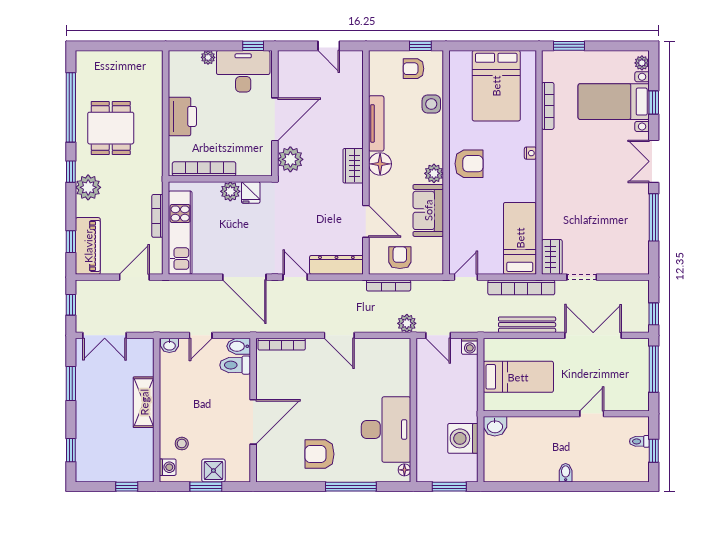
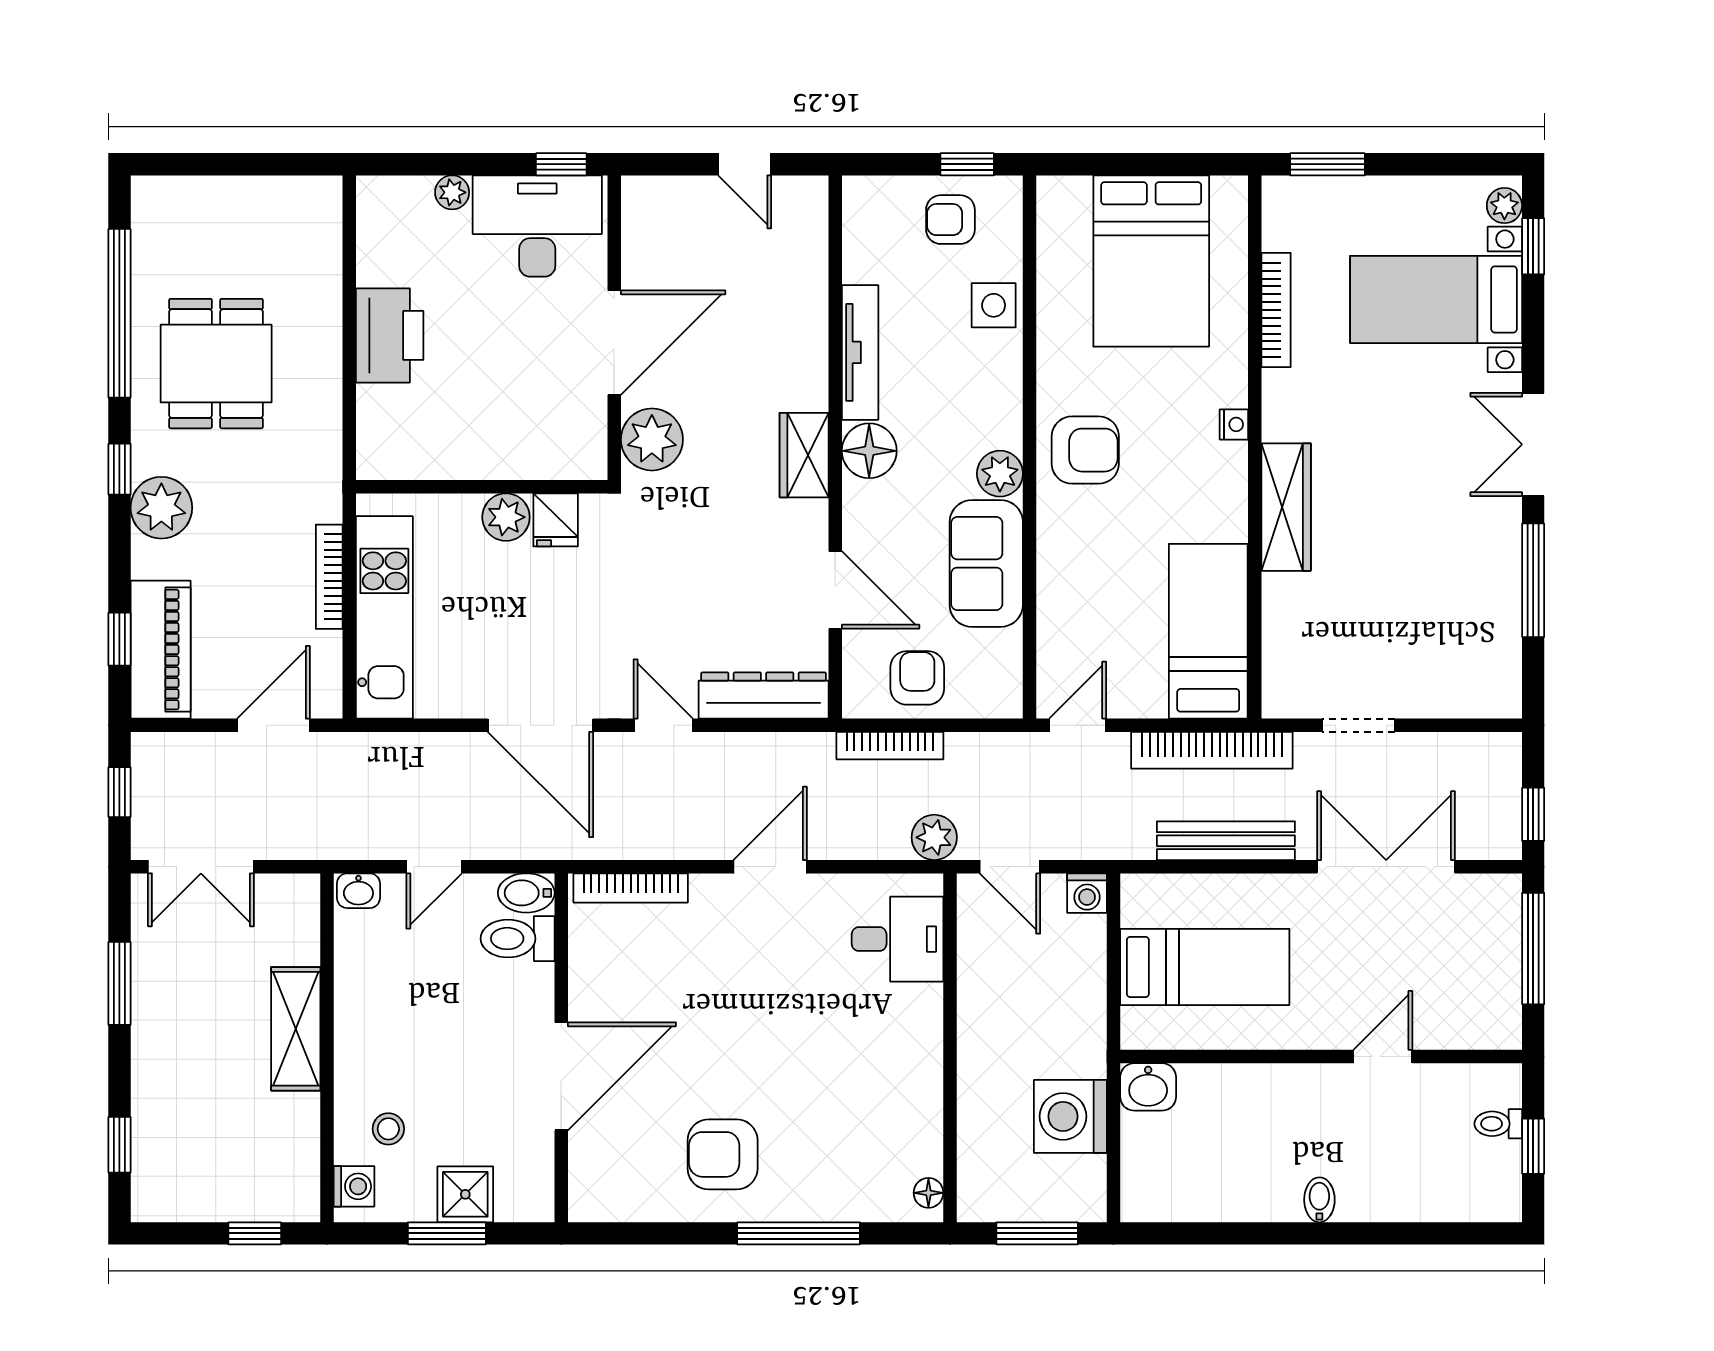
window: (654, 103) -> (1533, 246), moved
bookcase: (204, 169) -> (442, 463), removed
wardrobe: (552, 257) -> (1286, 507), moved, width x1.50
door: (339, 335) -> (770, 867), swing flipped
desk: (386, 430) -> (898, 939), moved, width x0.53, depth x0.77

